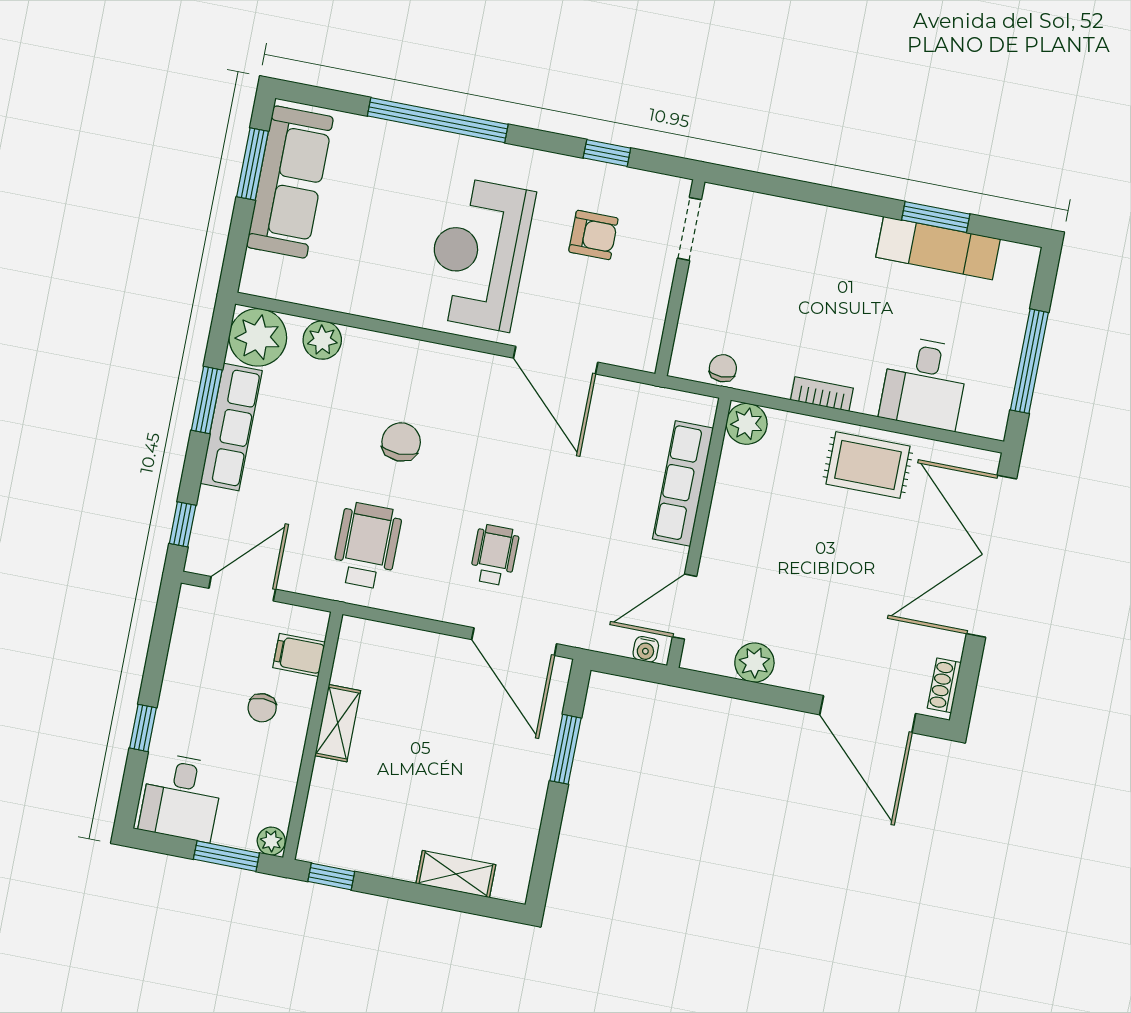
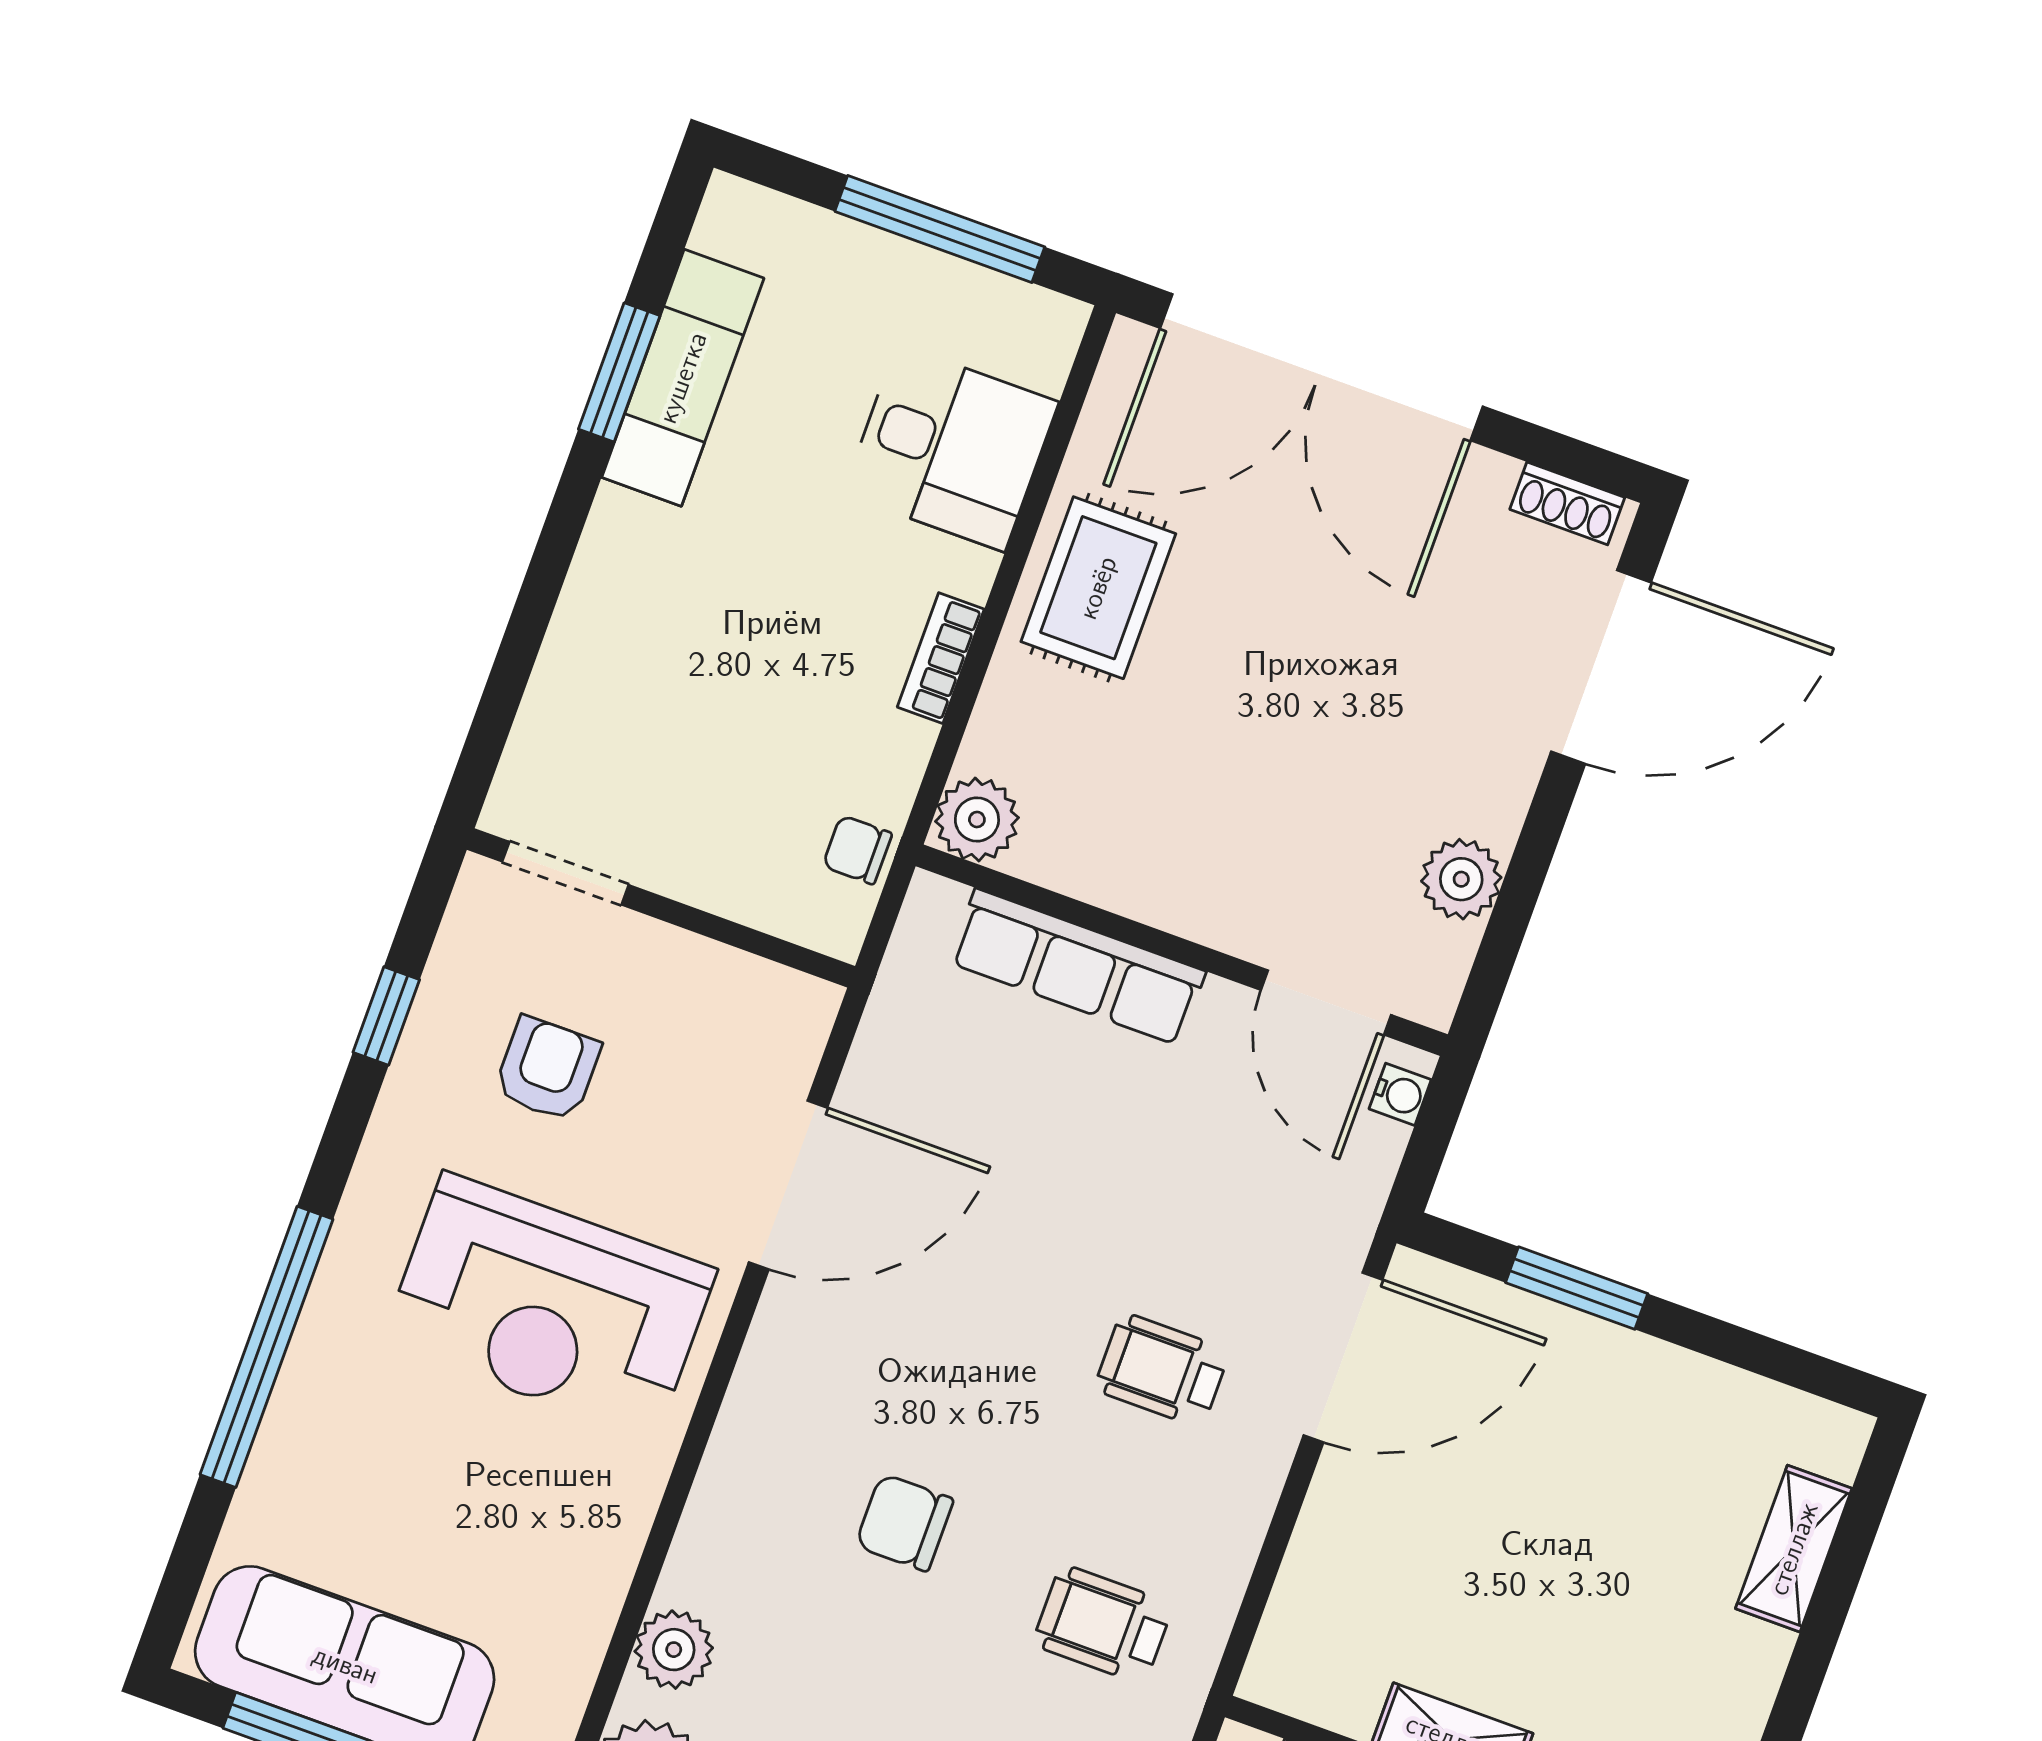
wheelchair: (367, 546) -> (1103, 1624), width x0.73, depth x0.73

